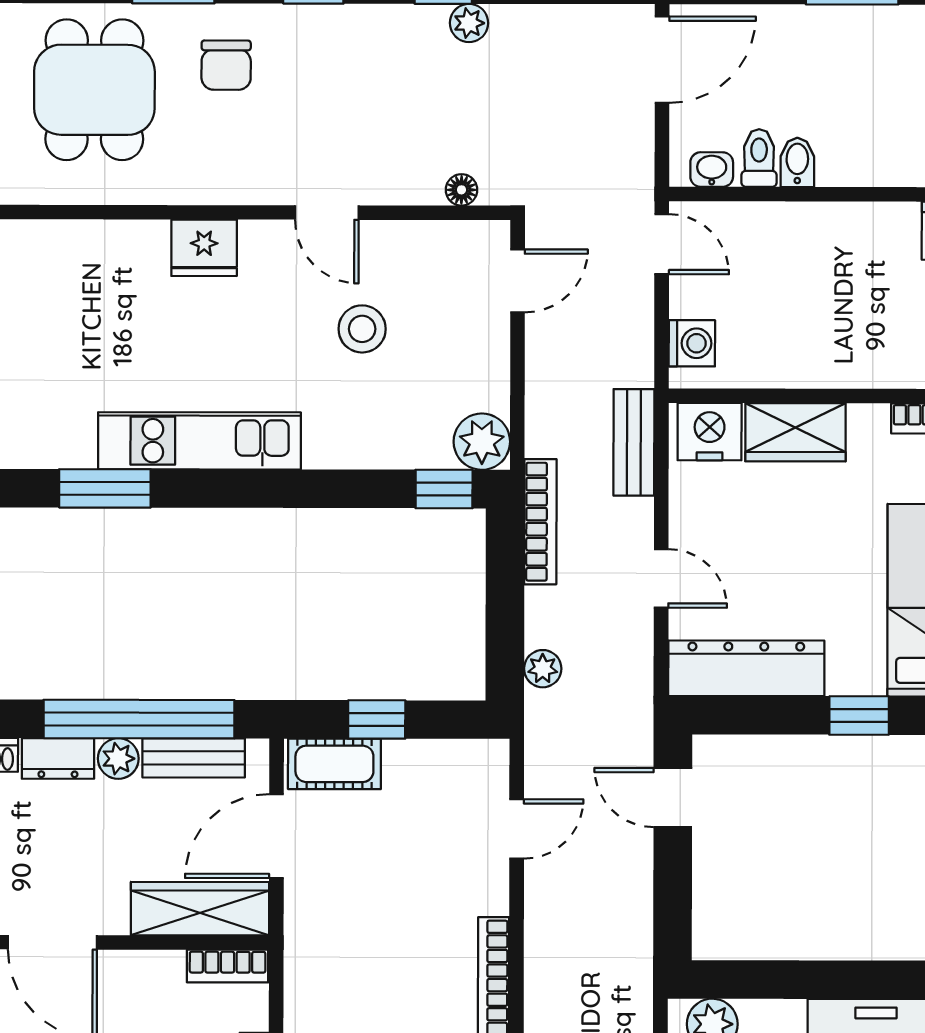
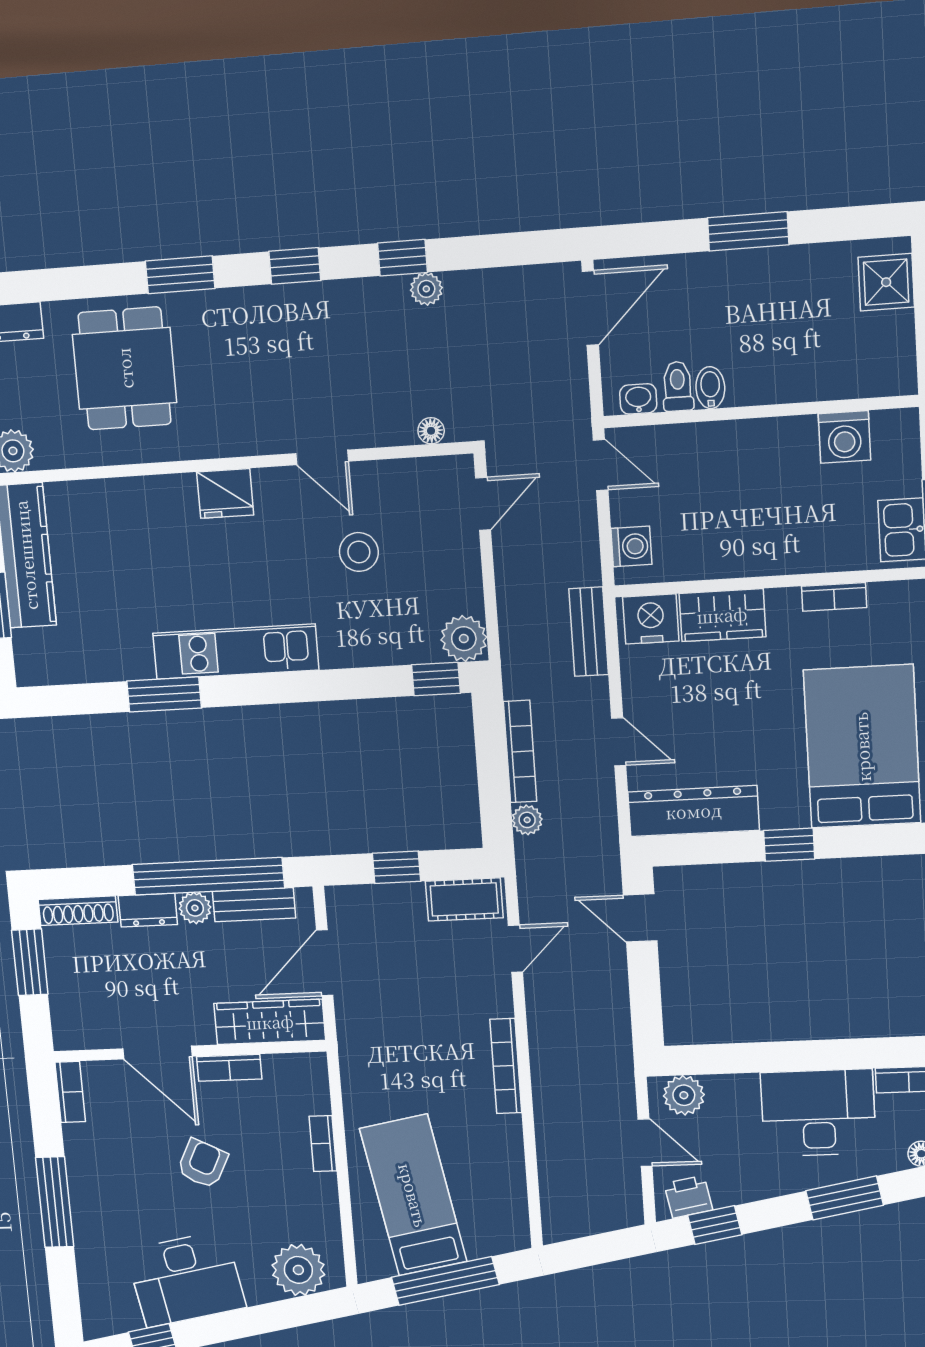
chair: (226, 65) -> (229, 340), removed
bookcase: (540, 522) -> (520, 751), moved
cot: (334, 764) -> (464, 899), moved
bookcase: (228, 966) -> (229, 1068), moved

